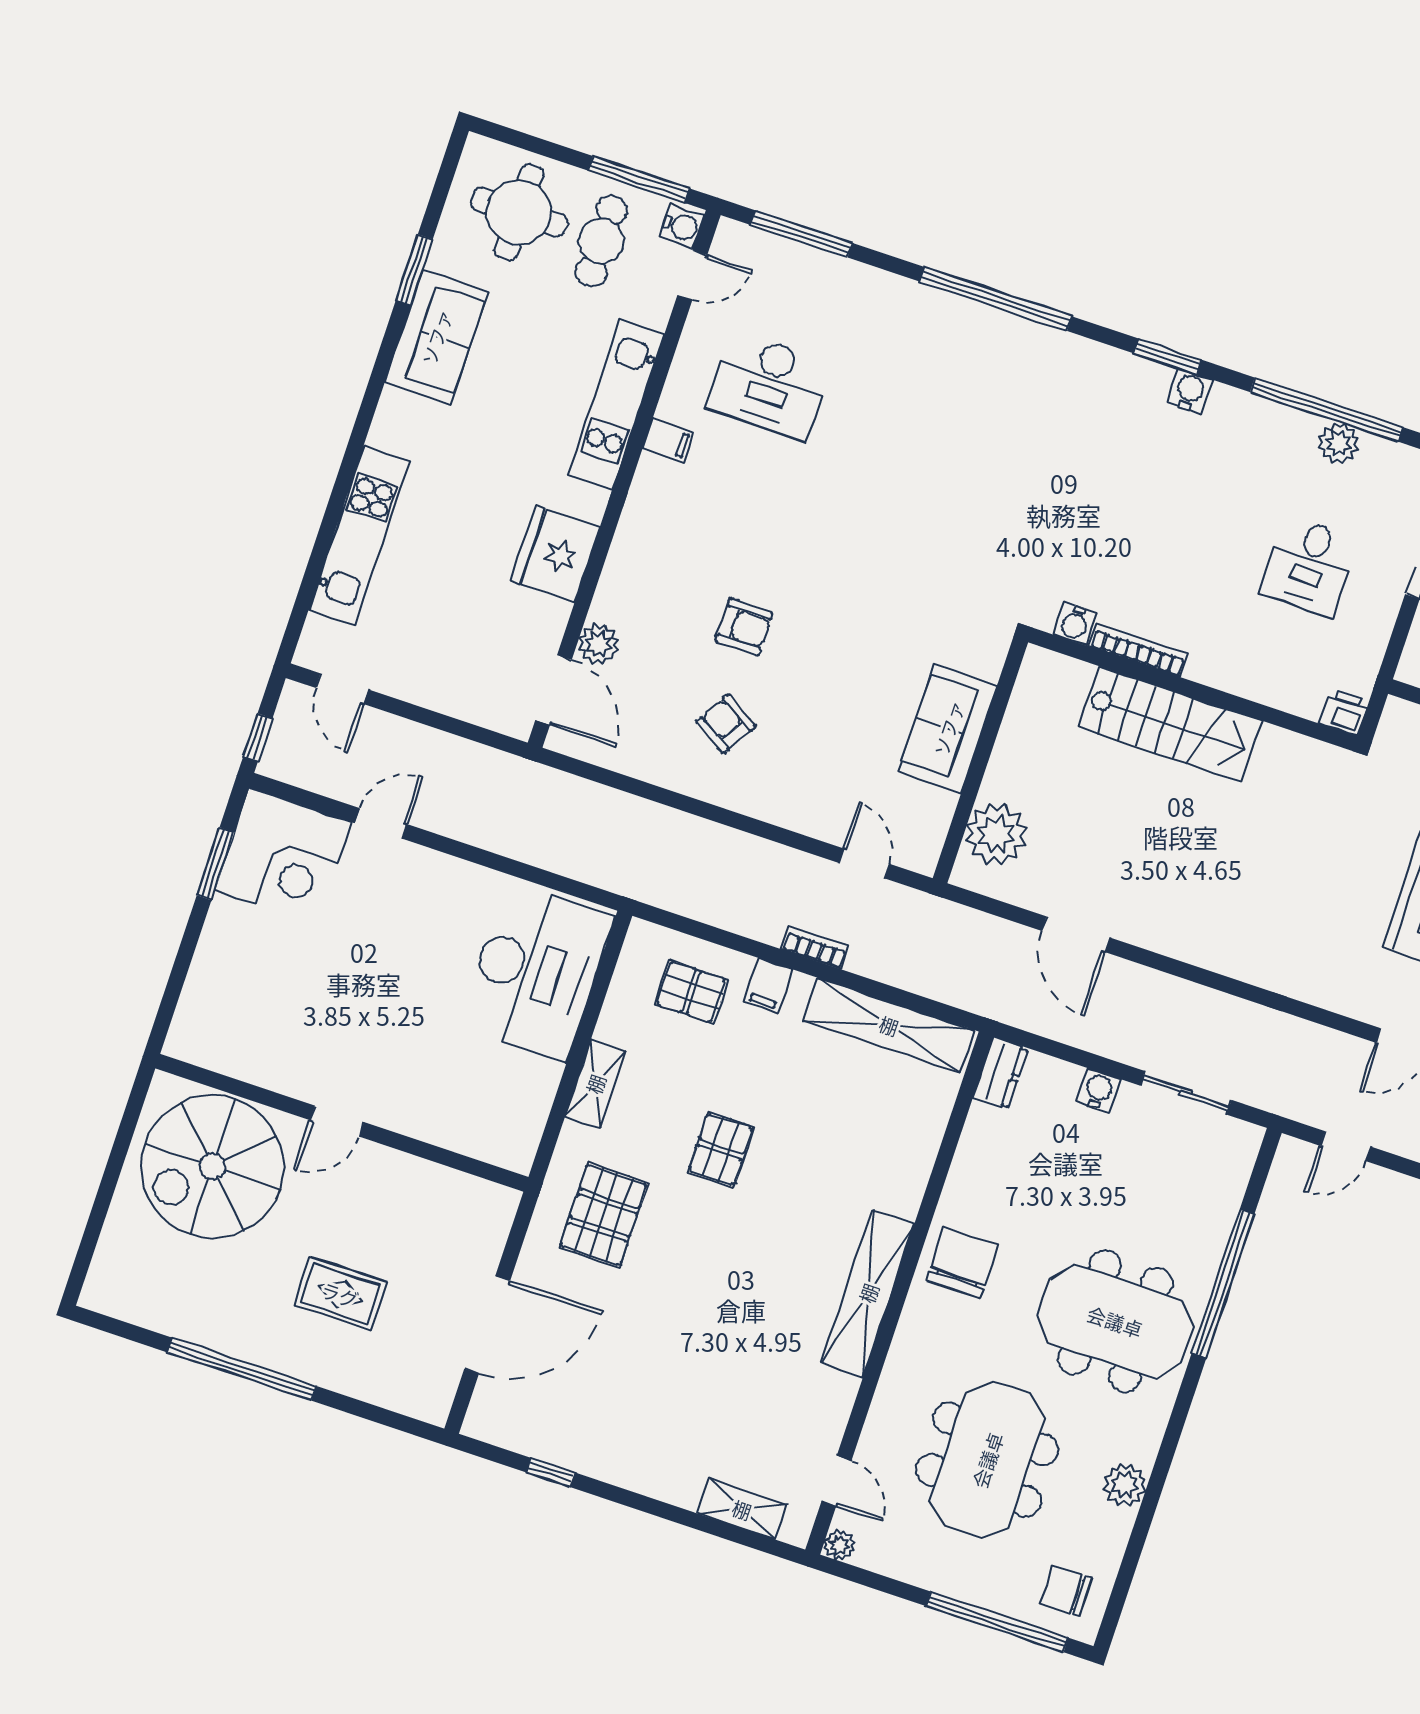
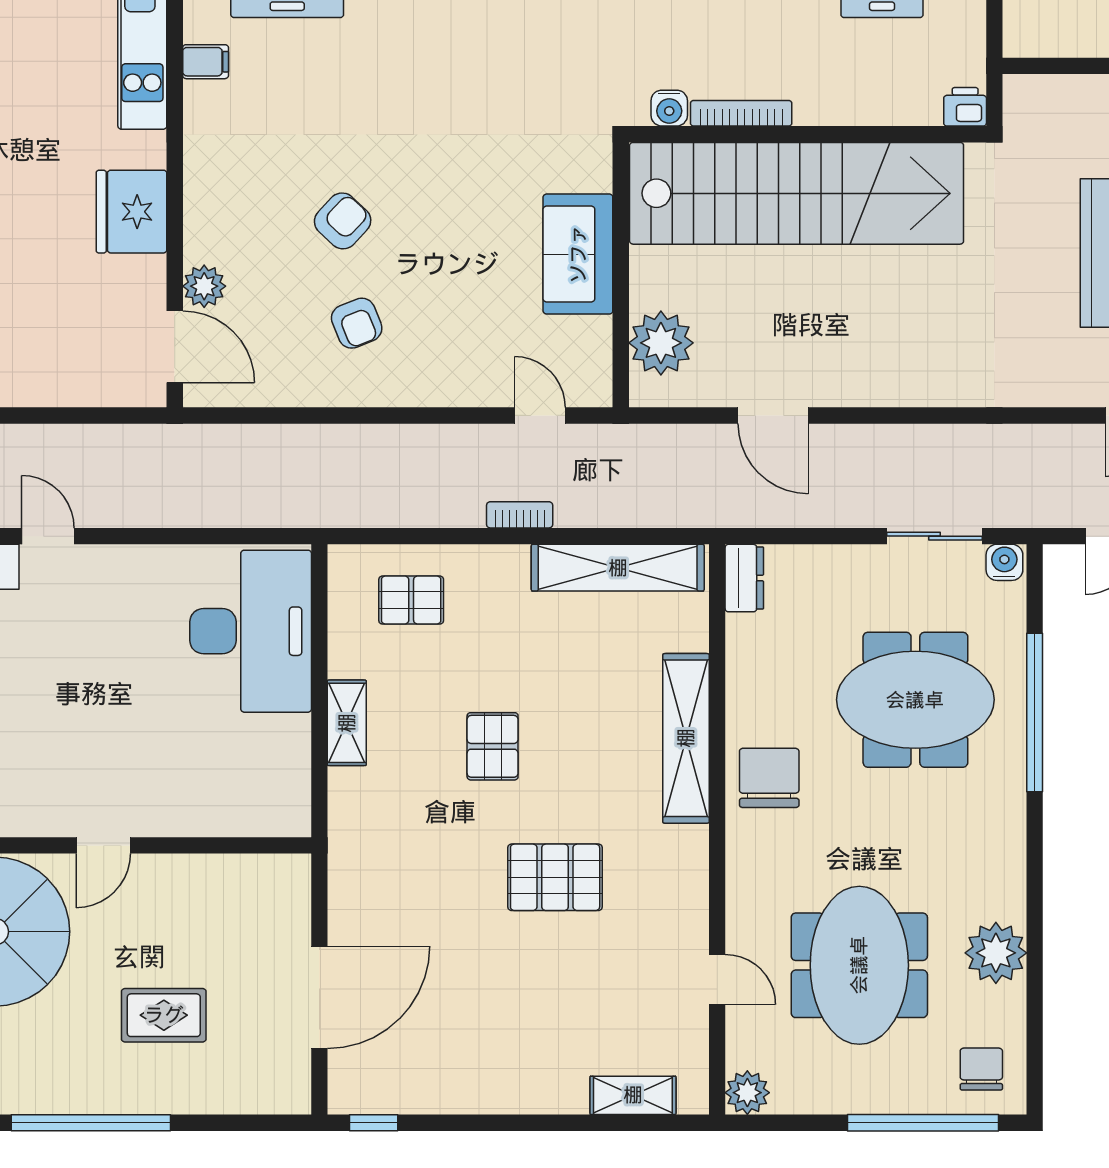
armchair: (744, 627) -> (343, 221), turned -47
armchair: (726, 724) -> (357, 323), turned -143
stairs: (1170, 724) -> (797, 193), width x1.86, depth x1.51
door: (381, 823) -> (48, 536), hinge flipped
filing cabinet: (768, 986) -> (485, 568), removed
water cooler: (1099, 1090) -> (1004, 562), moved
pallet: (604, 1215) -> (555, 877), moved, turned 90
shelving: (868, 1293) -> (686, 738), moved
meeting table: (1115, 1321) -> (915, 700), moved
window: (550, 1472) -> (374, 1123), moved
door: (837, 1481) -> (717, 980), moved
plant: (1125, 1485) -> (996, 953), width x1.36, depth x1.36
plant: (839, 1545) -> (747, 1093), width x1.38, depth x1.38
chair: (1066, 1591) -> (981, 1069), turned 90

